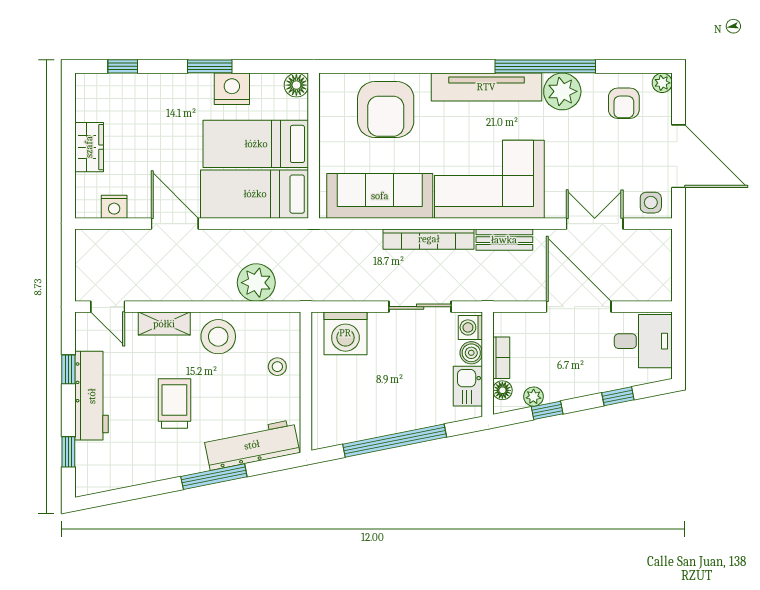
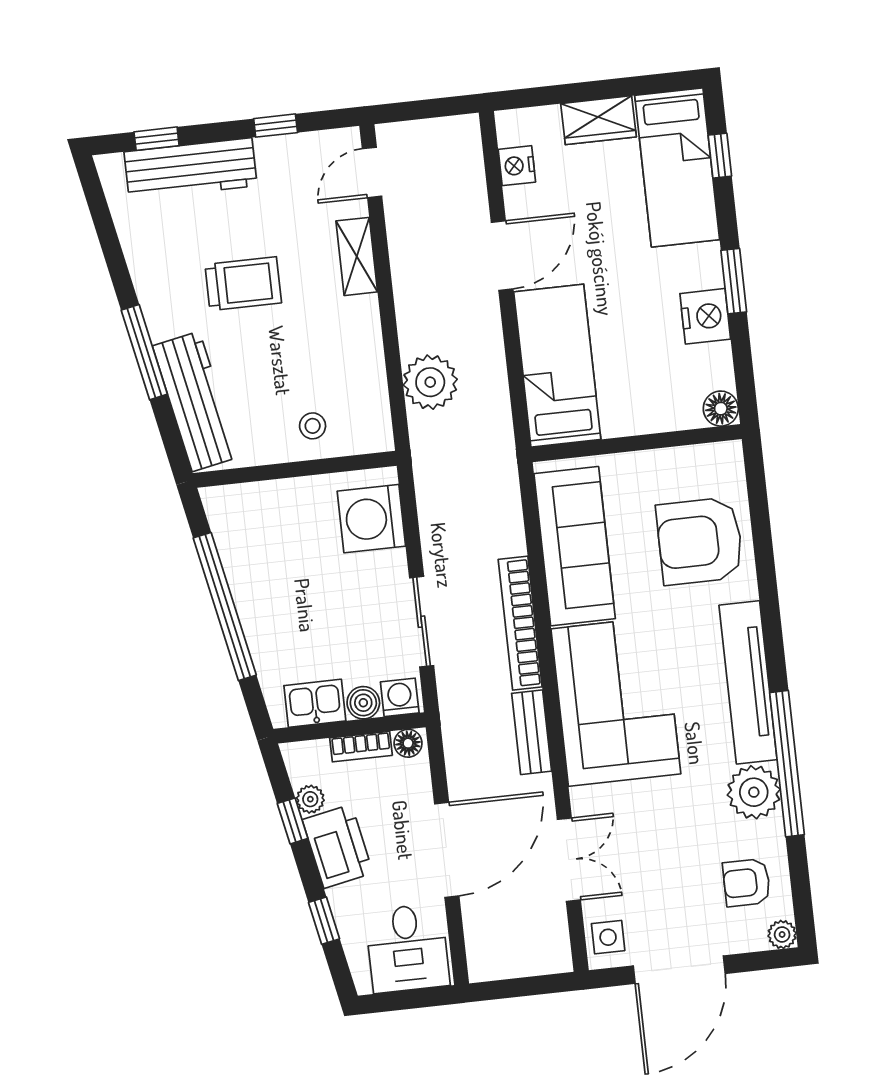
bed: (256, 144) -> (677, 167), moved, turned 180
stool: (218, 337) -> (346, 336), removed
printer: (568, 381) -> (338, 846), added
floor lamp: (502, 390) -> (408, 743), moved
workbench: (92, 396) -> (191, 169), moved

